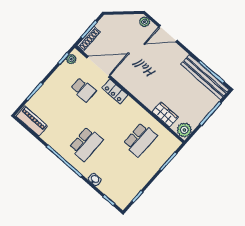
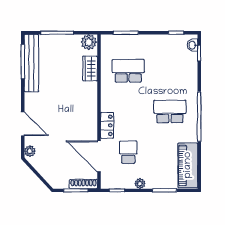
plant: (71, 59) -> (140, 184), moved
piano: (32, 121) -> (188, 165), width x1.37, depth x1.33
washbasin: (95, 179) -> (192, 45), moved

